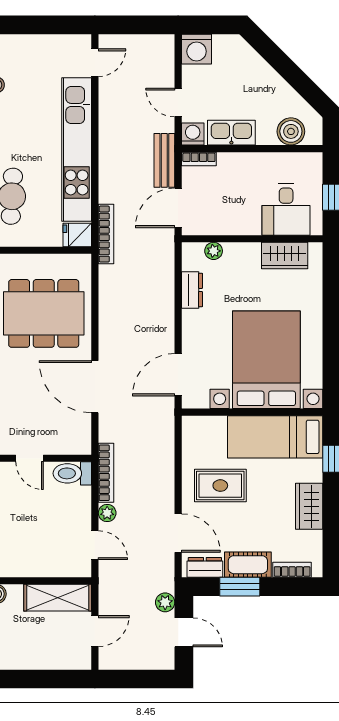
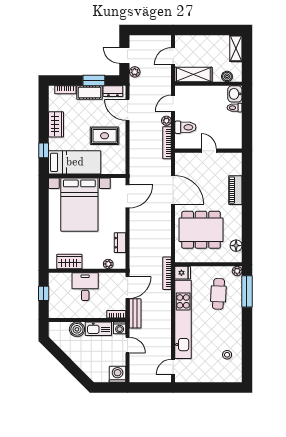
boiler: (291, 131) -> (77, 329), moved
desk: (286, 210) -> (85, 287), moved
toilet: (72, 473) -> (185, 127), moved
door: (95, 545) -> (173, 103), hinge flipped

